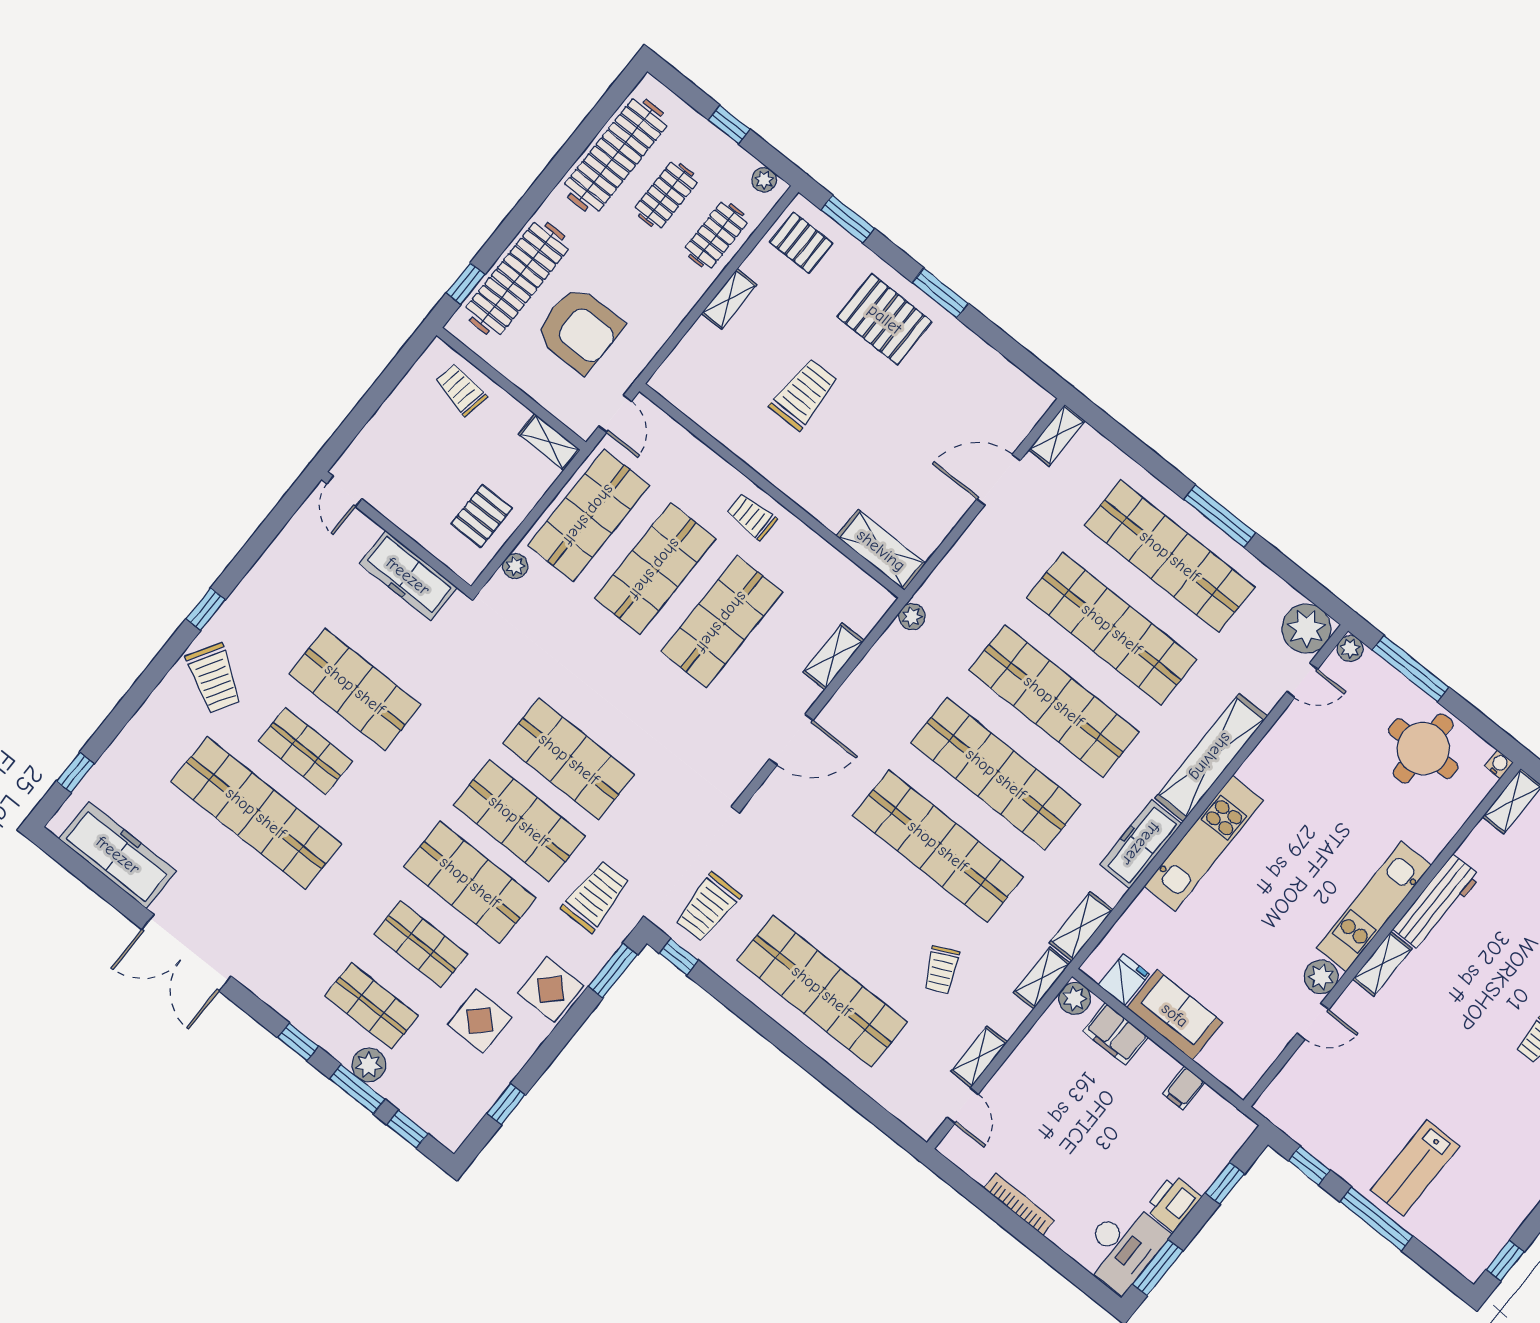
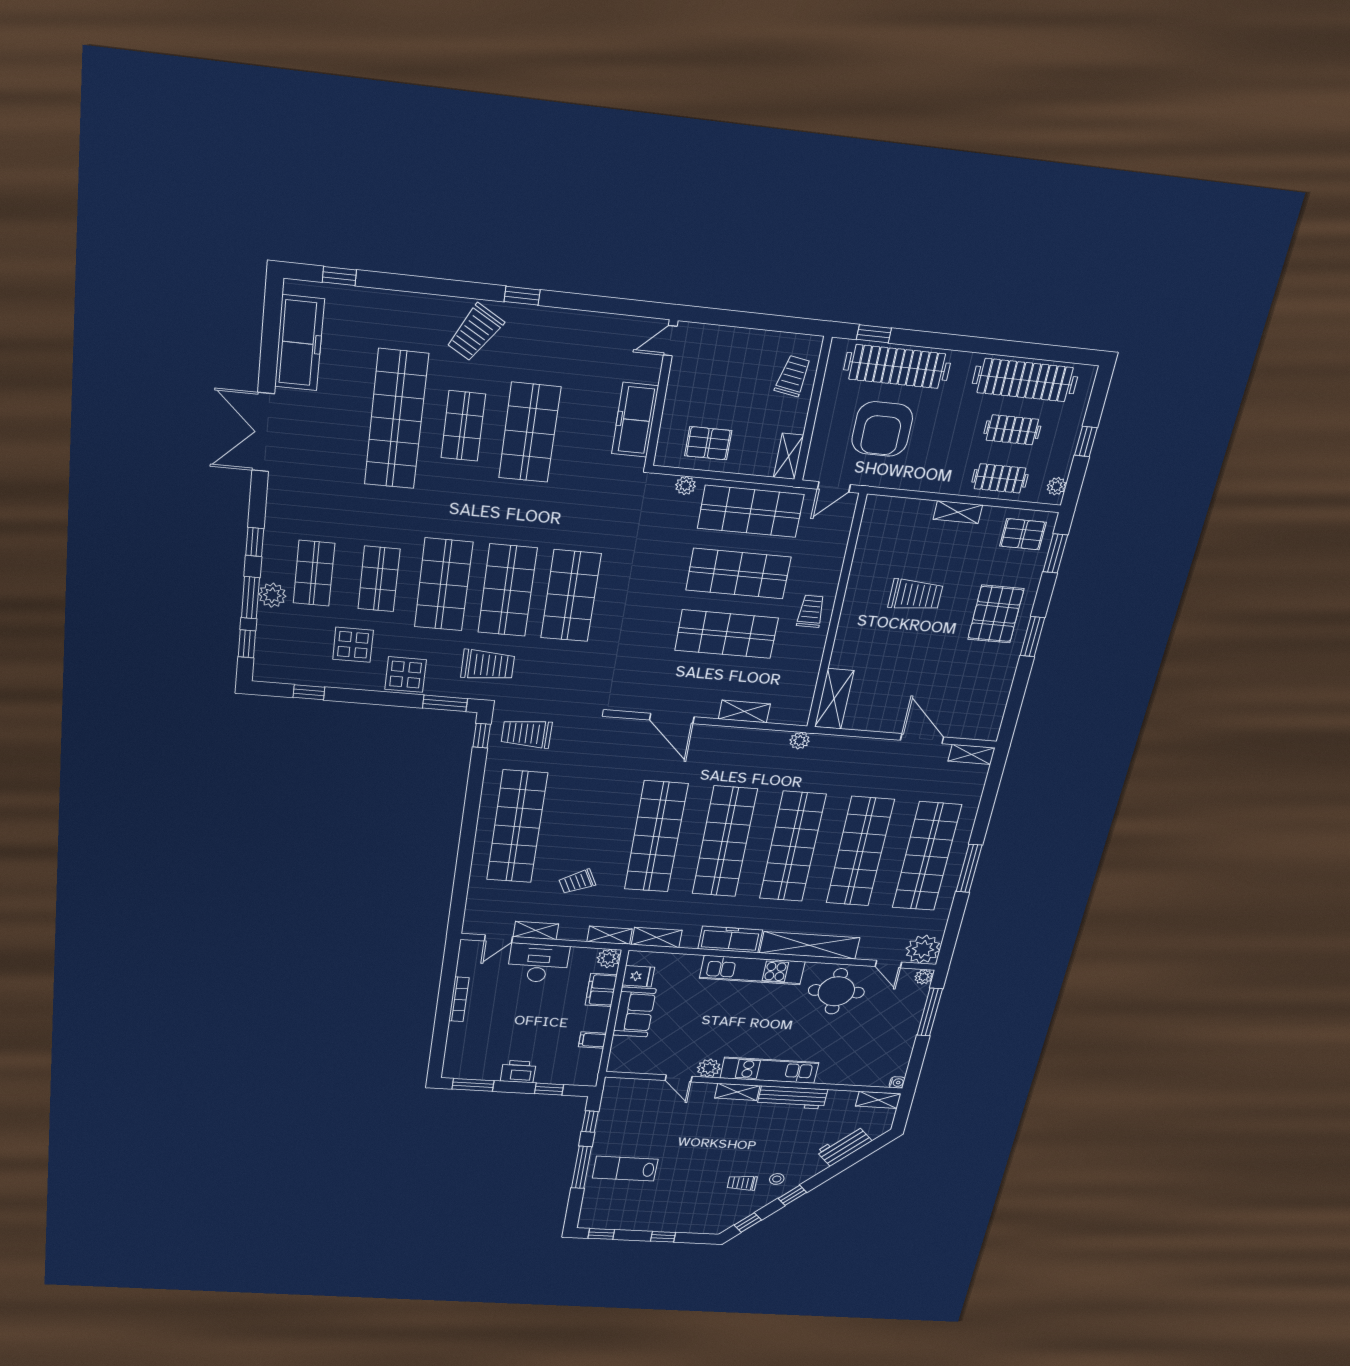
pallet: (801, 243) -> (1023, 534), turned 90
round table: (1423, 749) -> (836, 991), moved
desk: (1123, 1246) -> (538, 963), moved, turned 180

